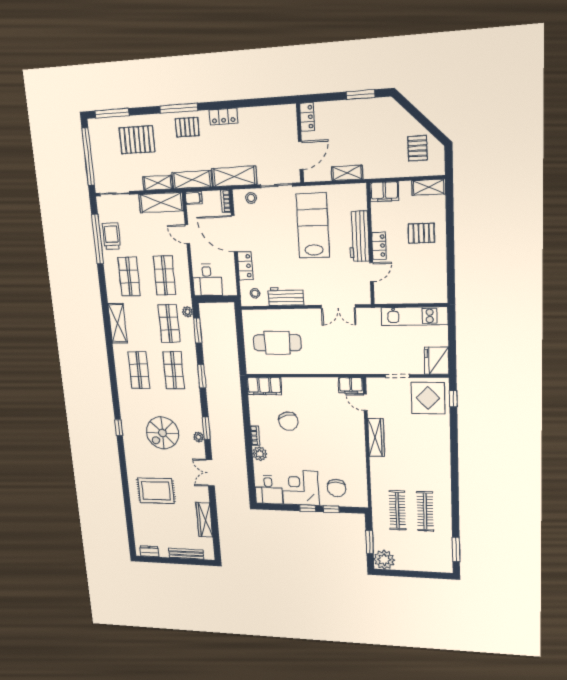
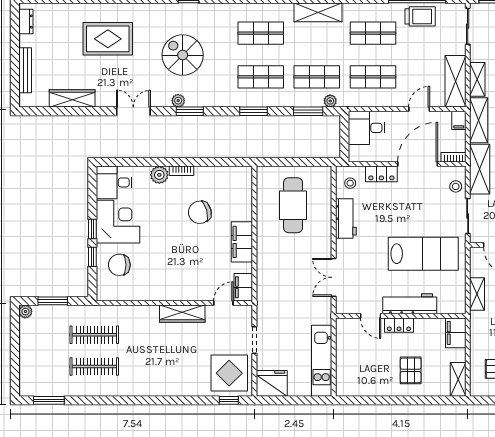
filing cabinet: (264, 386) -> (242, 242), moved
rug: (156, 491) -> (108, 39), turned 90
plant: (384, 560) -> (25, 312), width x0.53, depth x0.53

